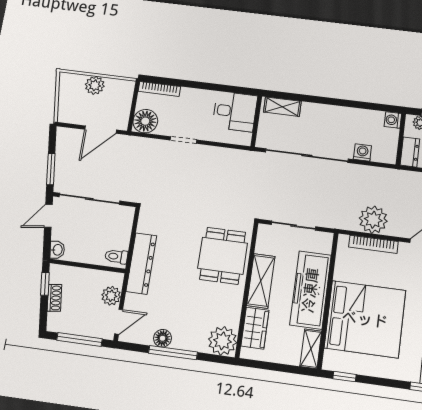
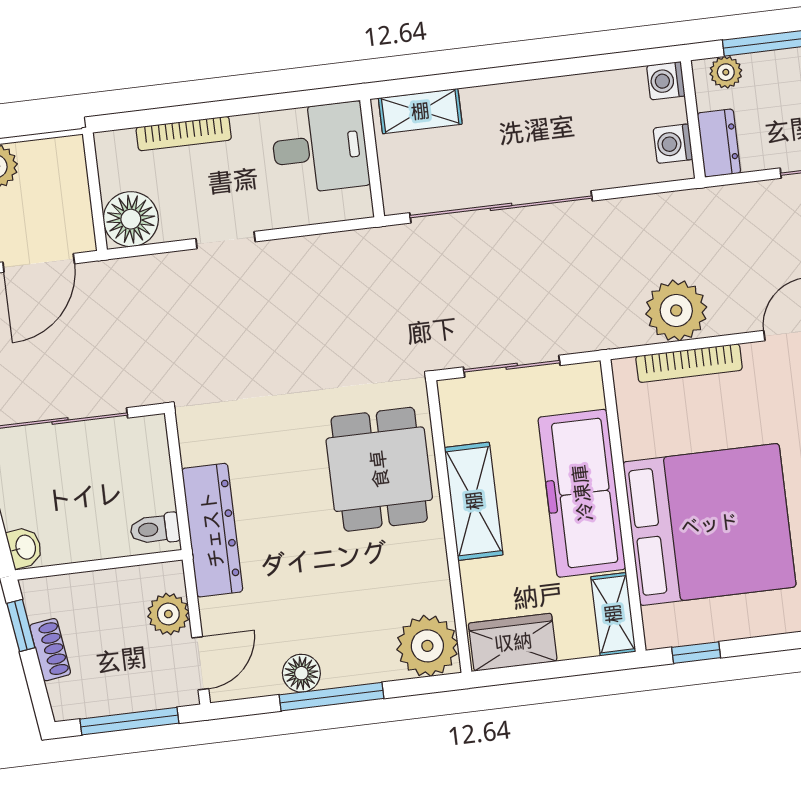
bookcase: (159, 89) -> (184, 134), moved
washing machine: (362, 153) -> (673, 144), moved, turned -90
wardrobe: (255, 328) -> (513, 642), moved, turned -90

